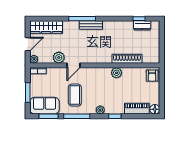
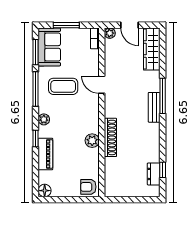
plant: (59, 58) -> (112, 66), removed
shoe rack: (127, 59) -> (110, 137), moved
piano: (137, 109) -> (45, 154), moved

